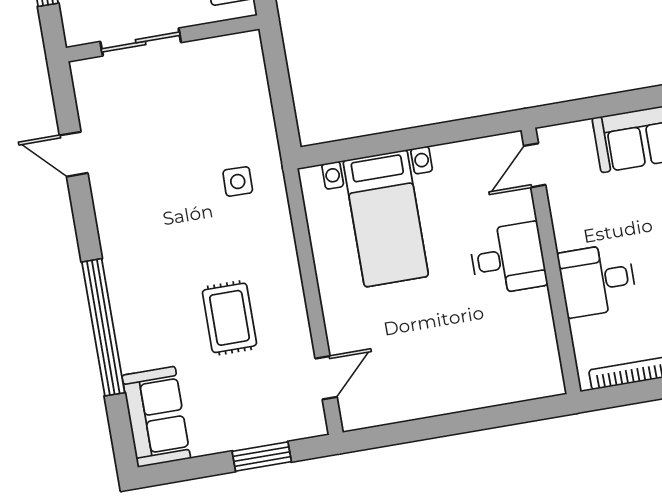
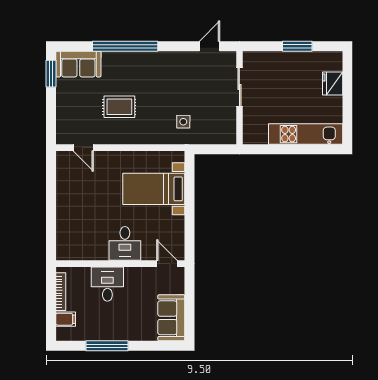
wall: (163, 38) -> (239, 98), moved
sliding door: (141, 42) -> (239, 87), moved
window: (262, 457) -> (51, 74), moved

